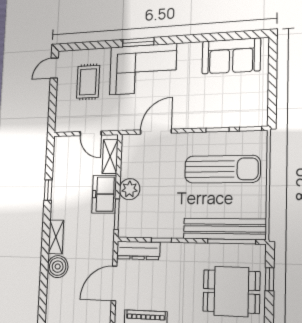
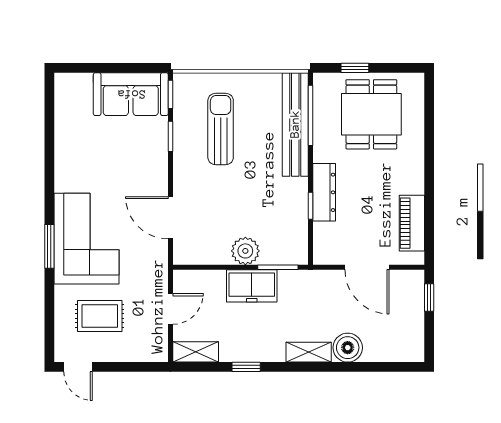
sofa: (231, 56) -> (131, 94), moved, turned 90
shelving: (110, 156) -> (196, 352), moved
sun lounger: (222, 169) -> (221, 129), width x0.73, depth x0.75
dresser: (138, 250) -> (324, 192), moved

